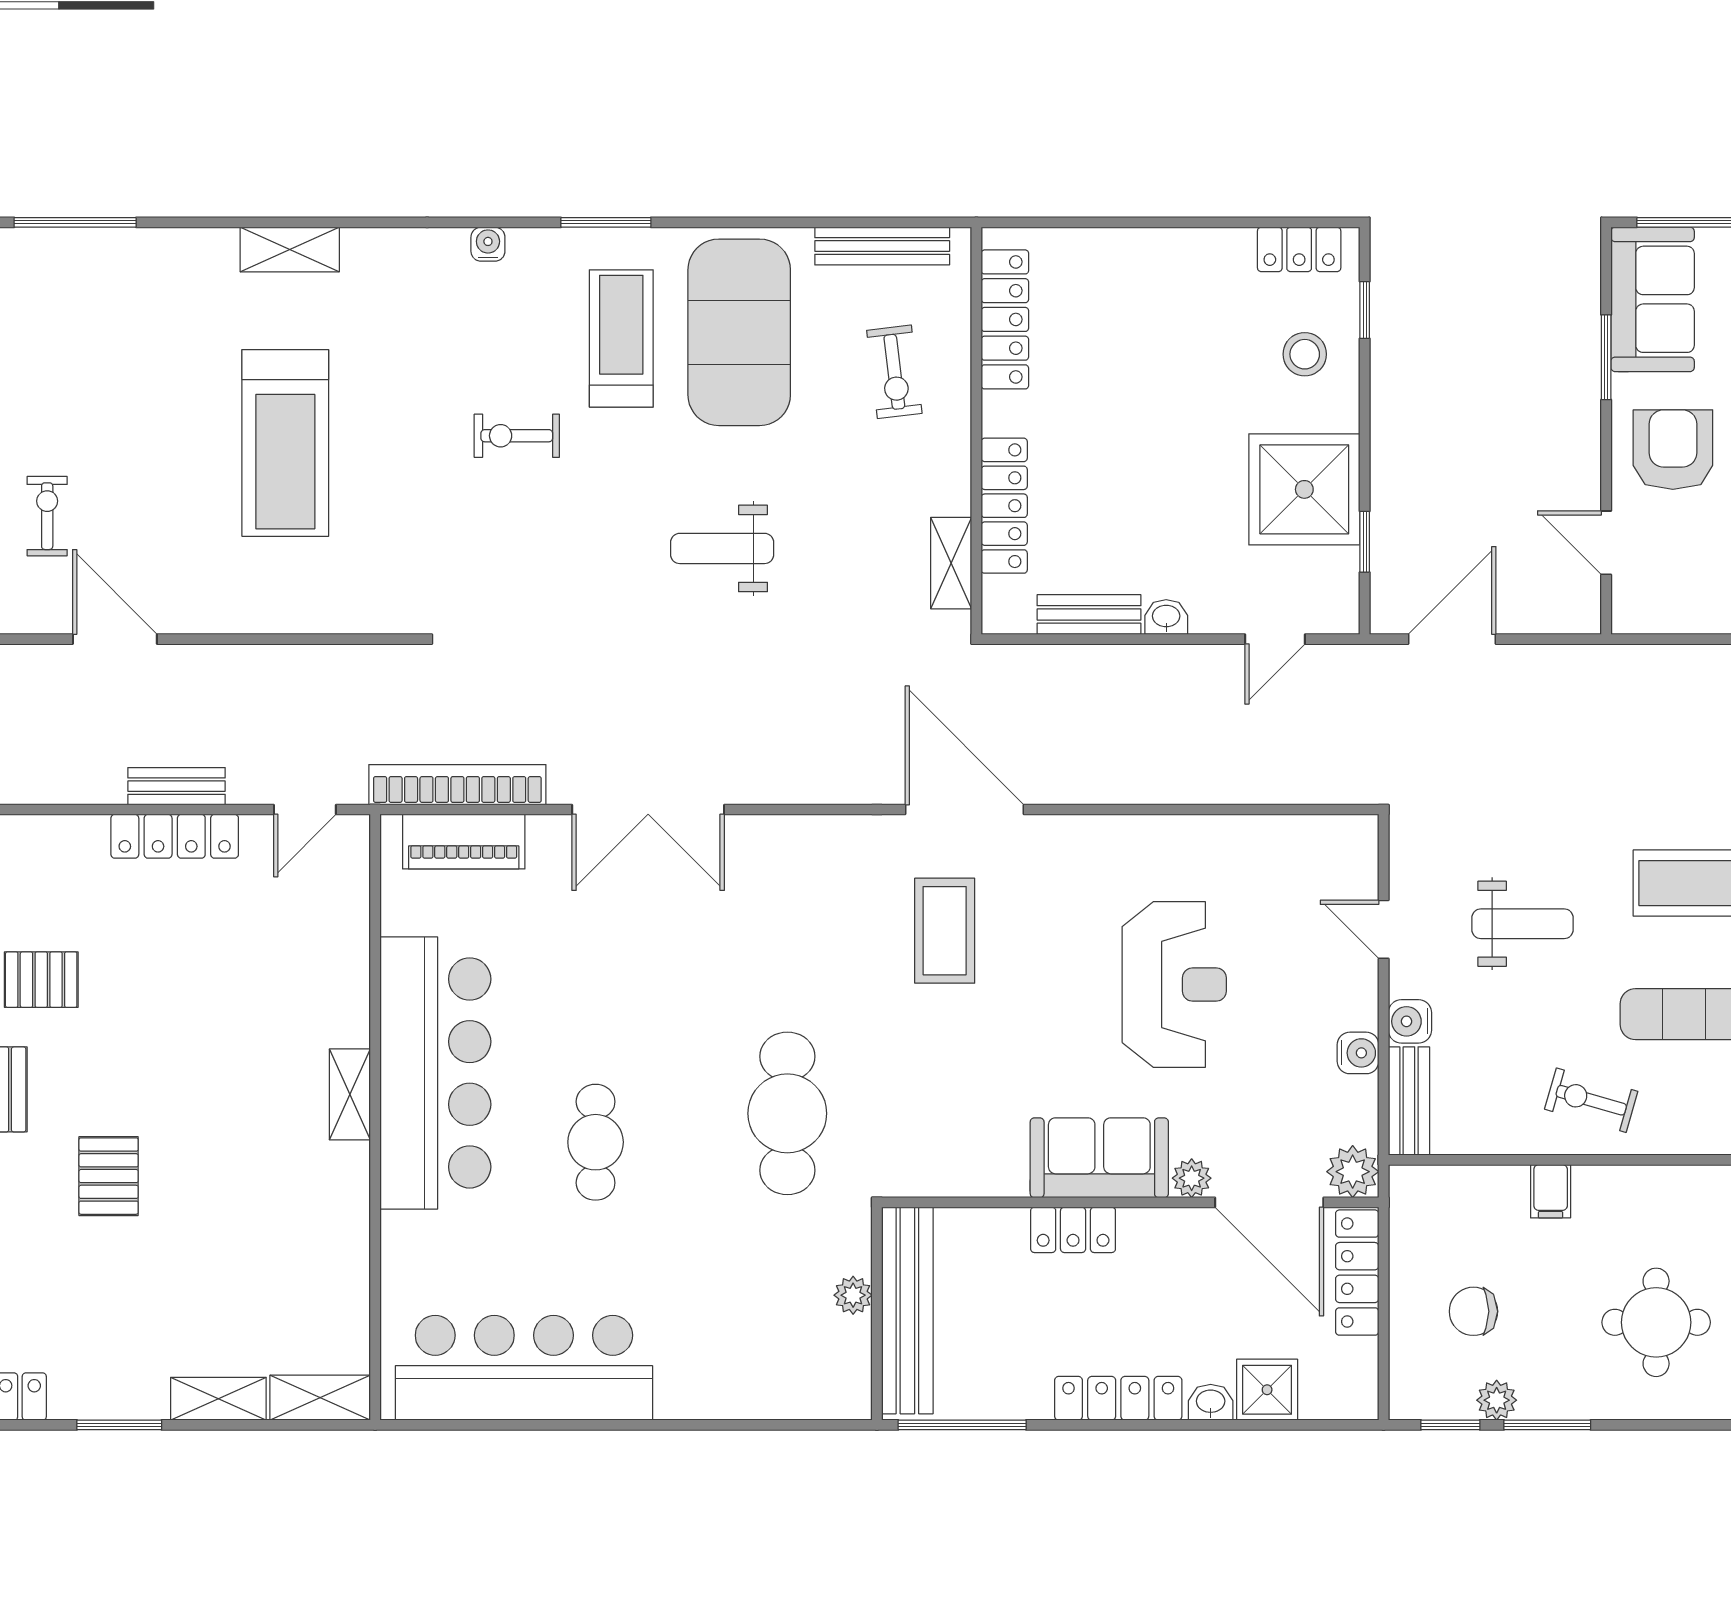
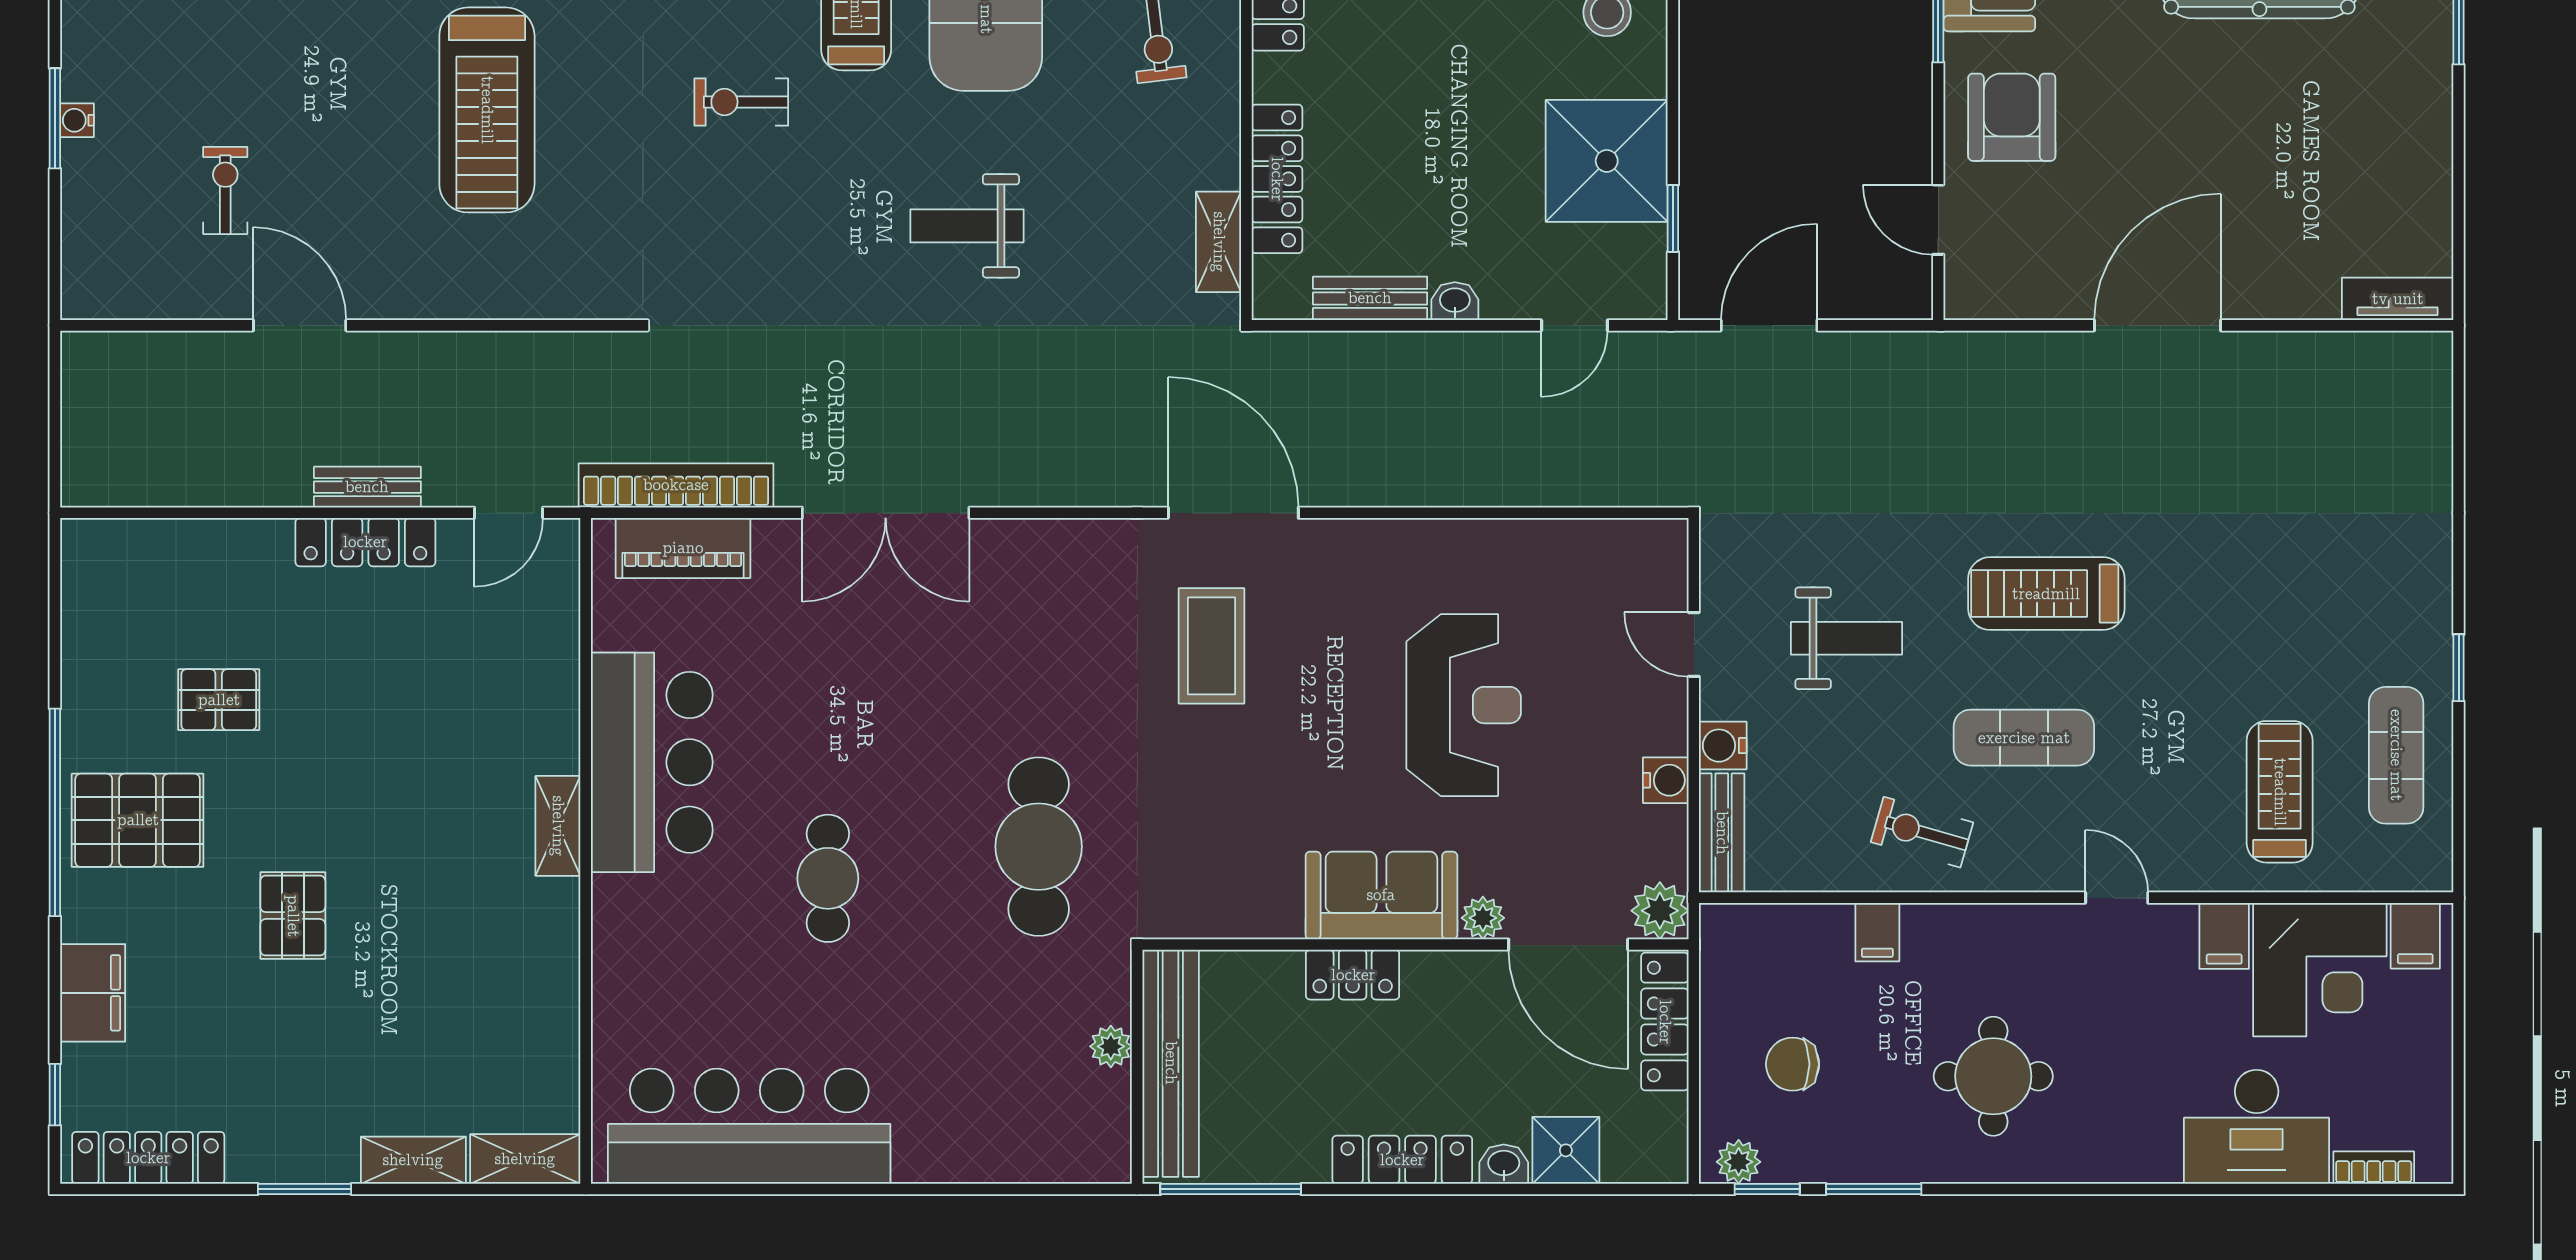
bar counter: (435, 1073) -> (652, 762), width x0.73
plant: (1497, 1400) -> (1739, 1162), moved

